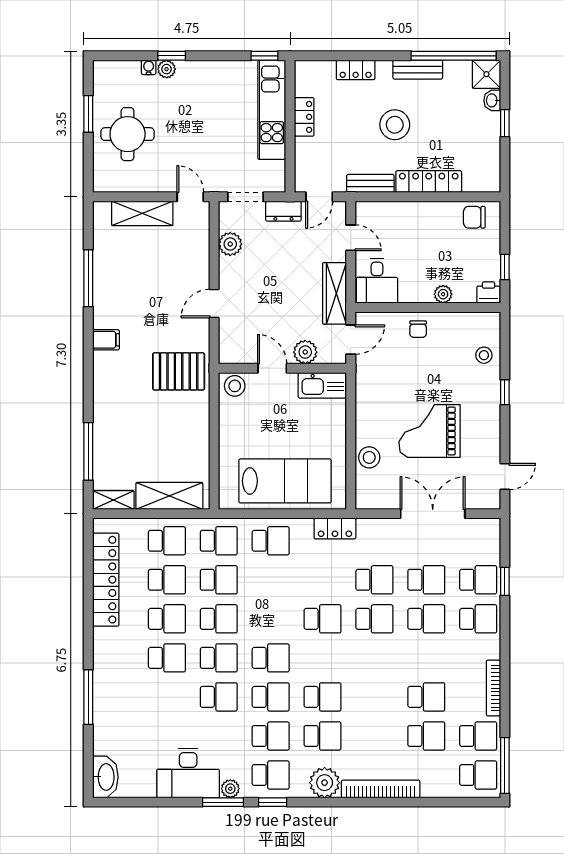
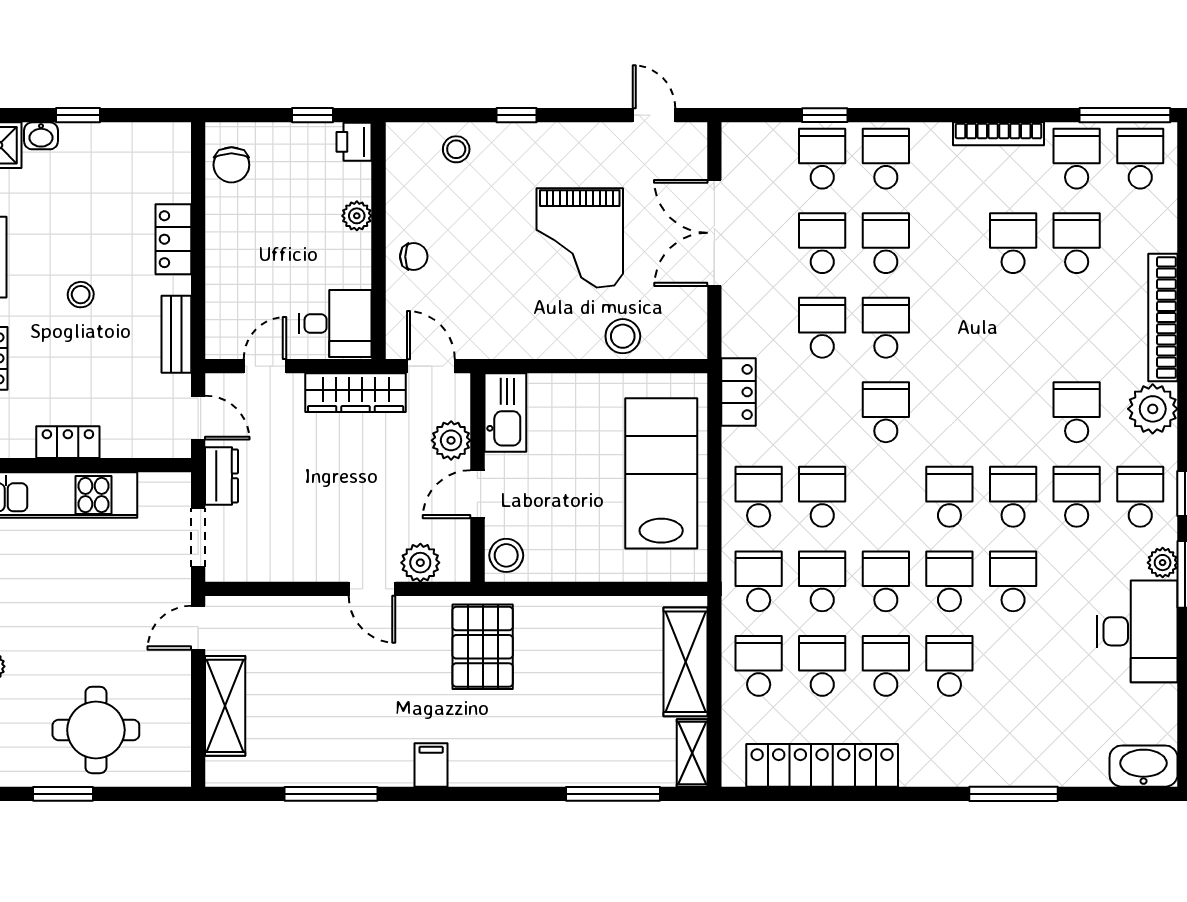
stool: (395, 125) -> (81, 295), width x0.53, depth x0.53
locker: (429, 182) -> (173, 239), width x0.66
plant: (230, 244) -> (420, 563), moved
school desk: (323, 697) -> (822, 497), moved

